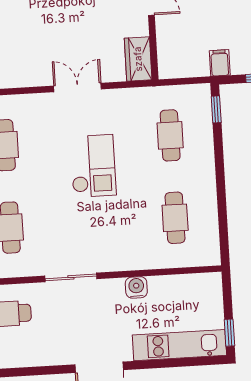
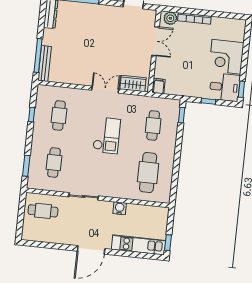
wardrobe: (138, 59) -> (133, 83), moved, turned 90
filing cabinet: (220, 63) -> (159, 86), moved
cafe table: (175, 218) -> (148, 173), width x1.37, depth x1.35

